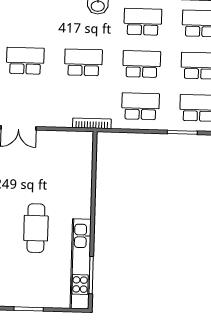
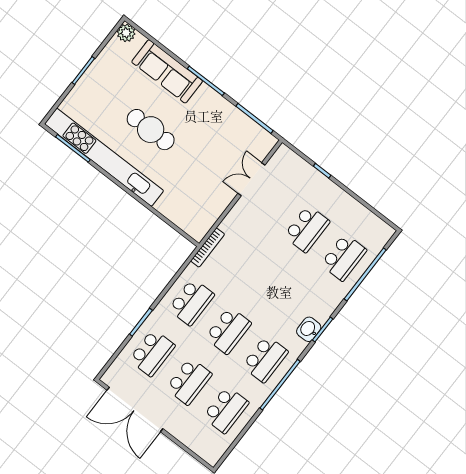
school desk: (83, 62) -> (344, 257), moved
kitchen unit: (81, 264) -> (104, 157), width x1.36

